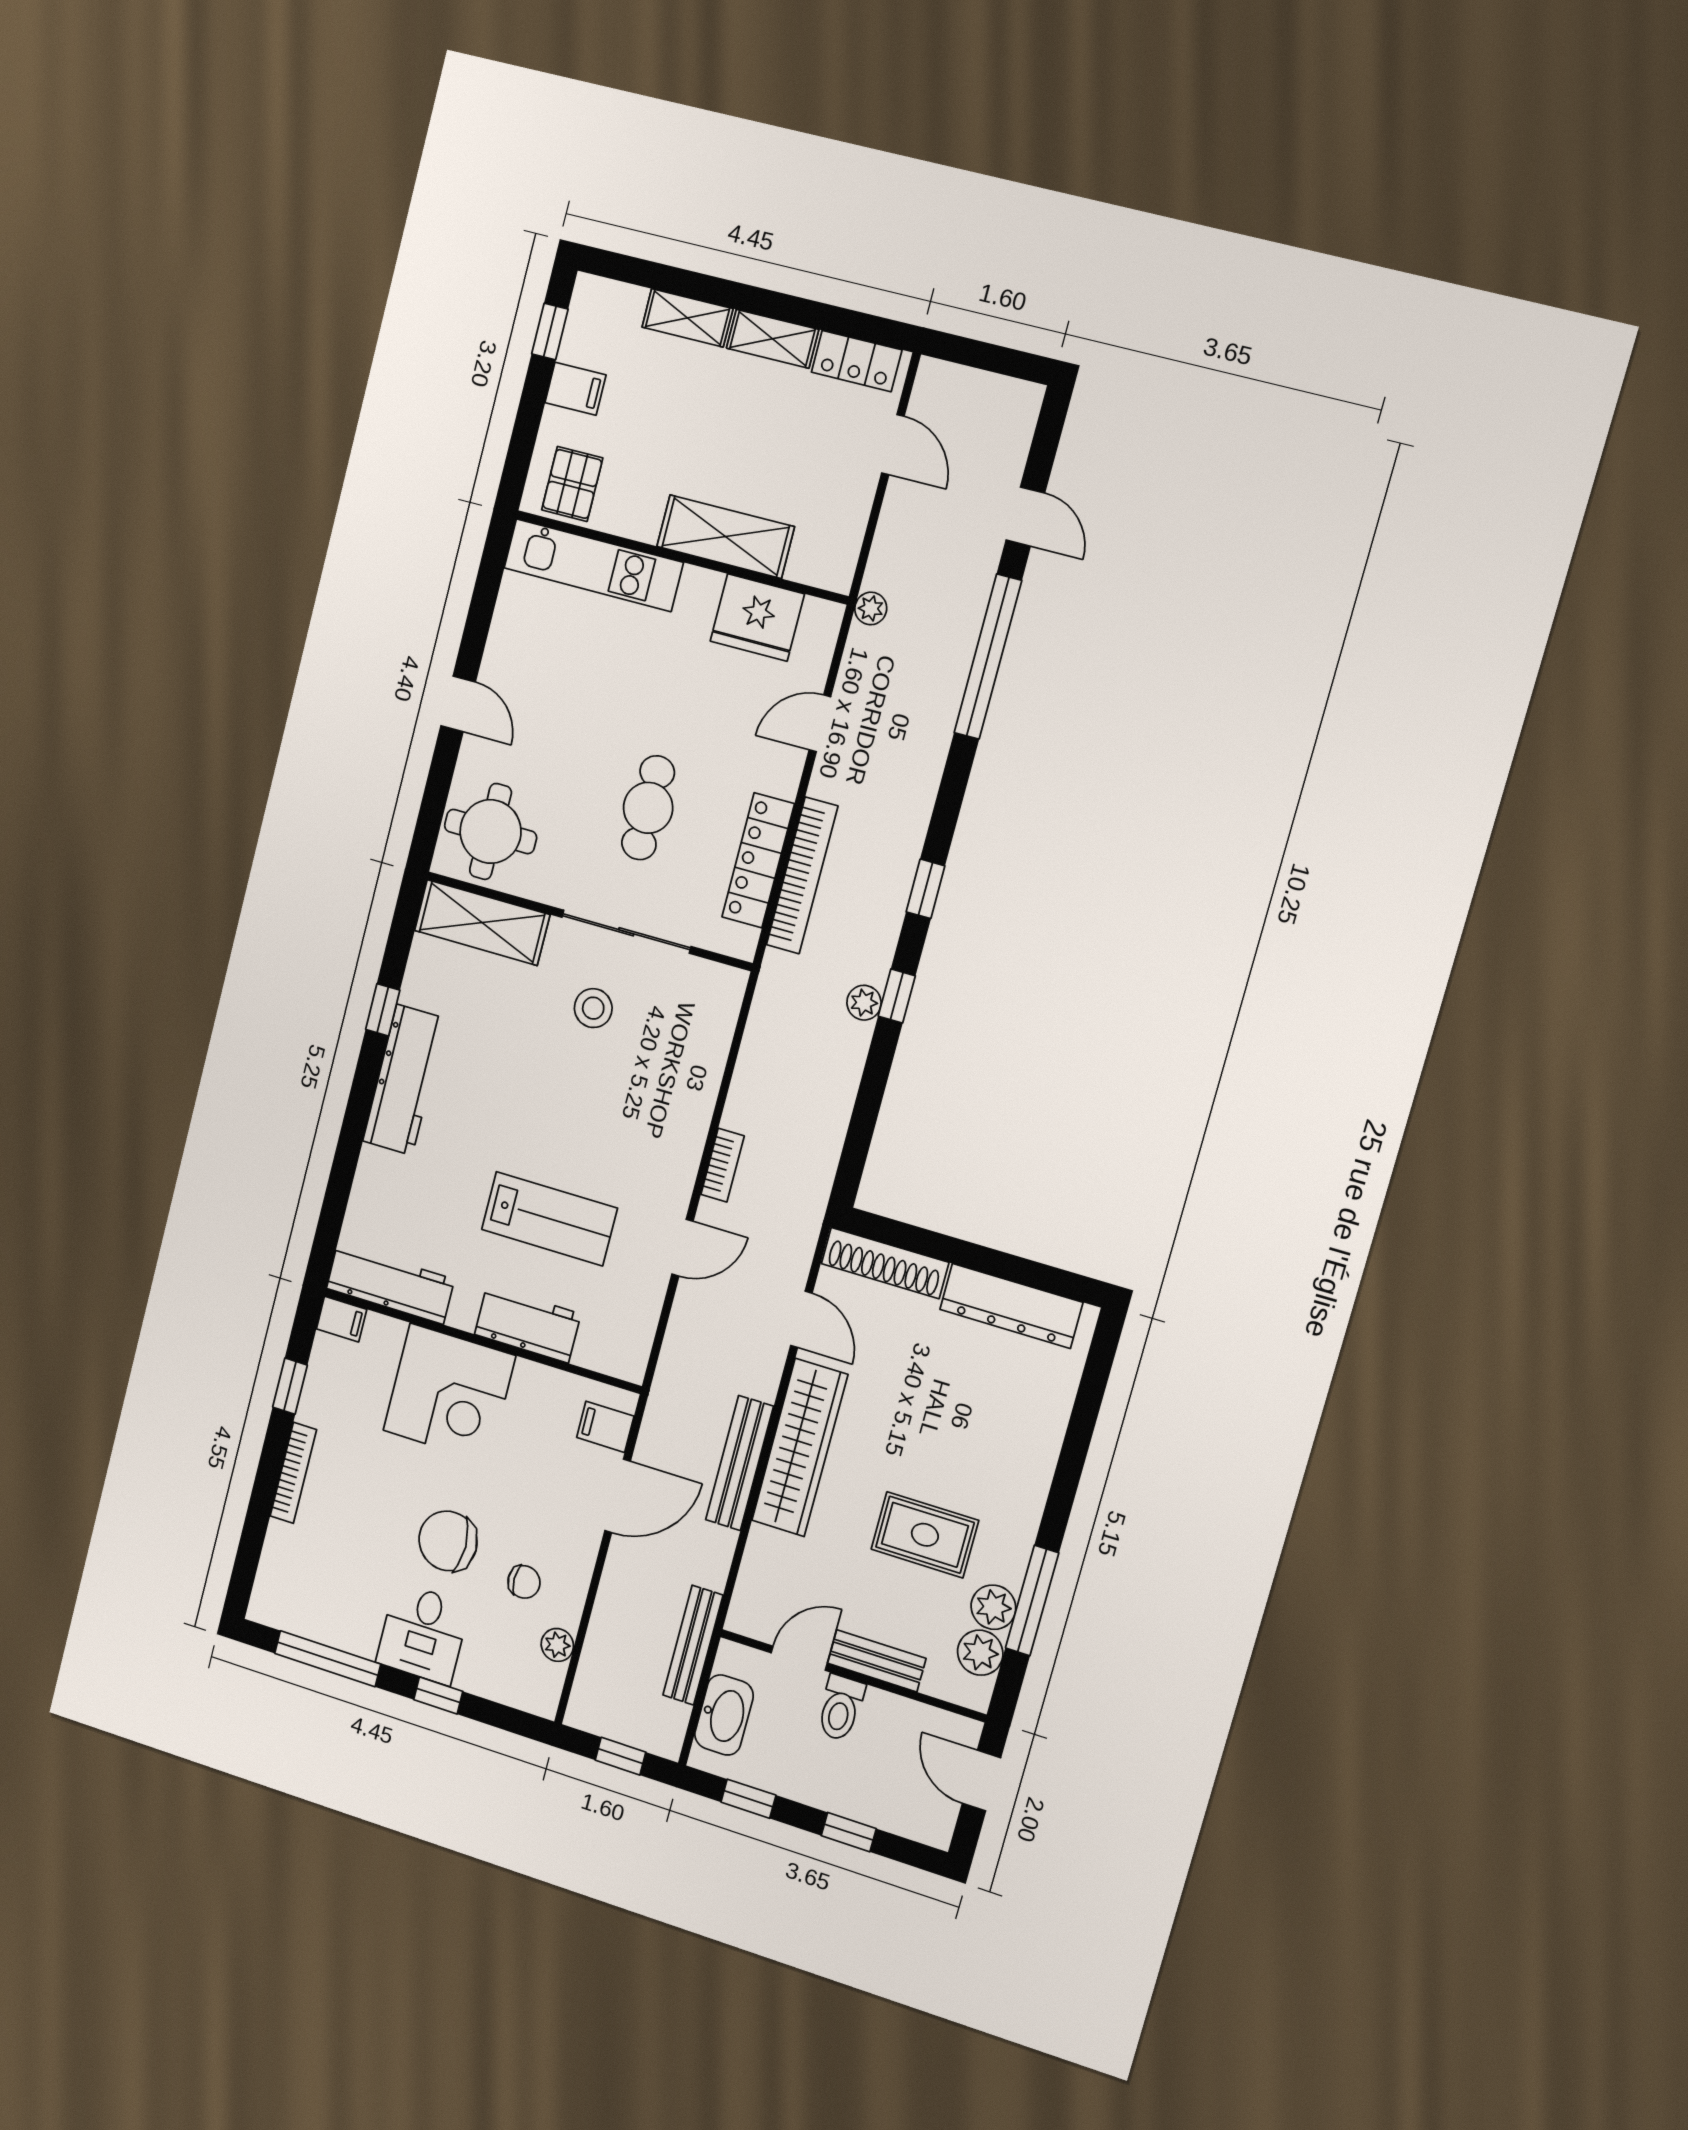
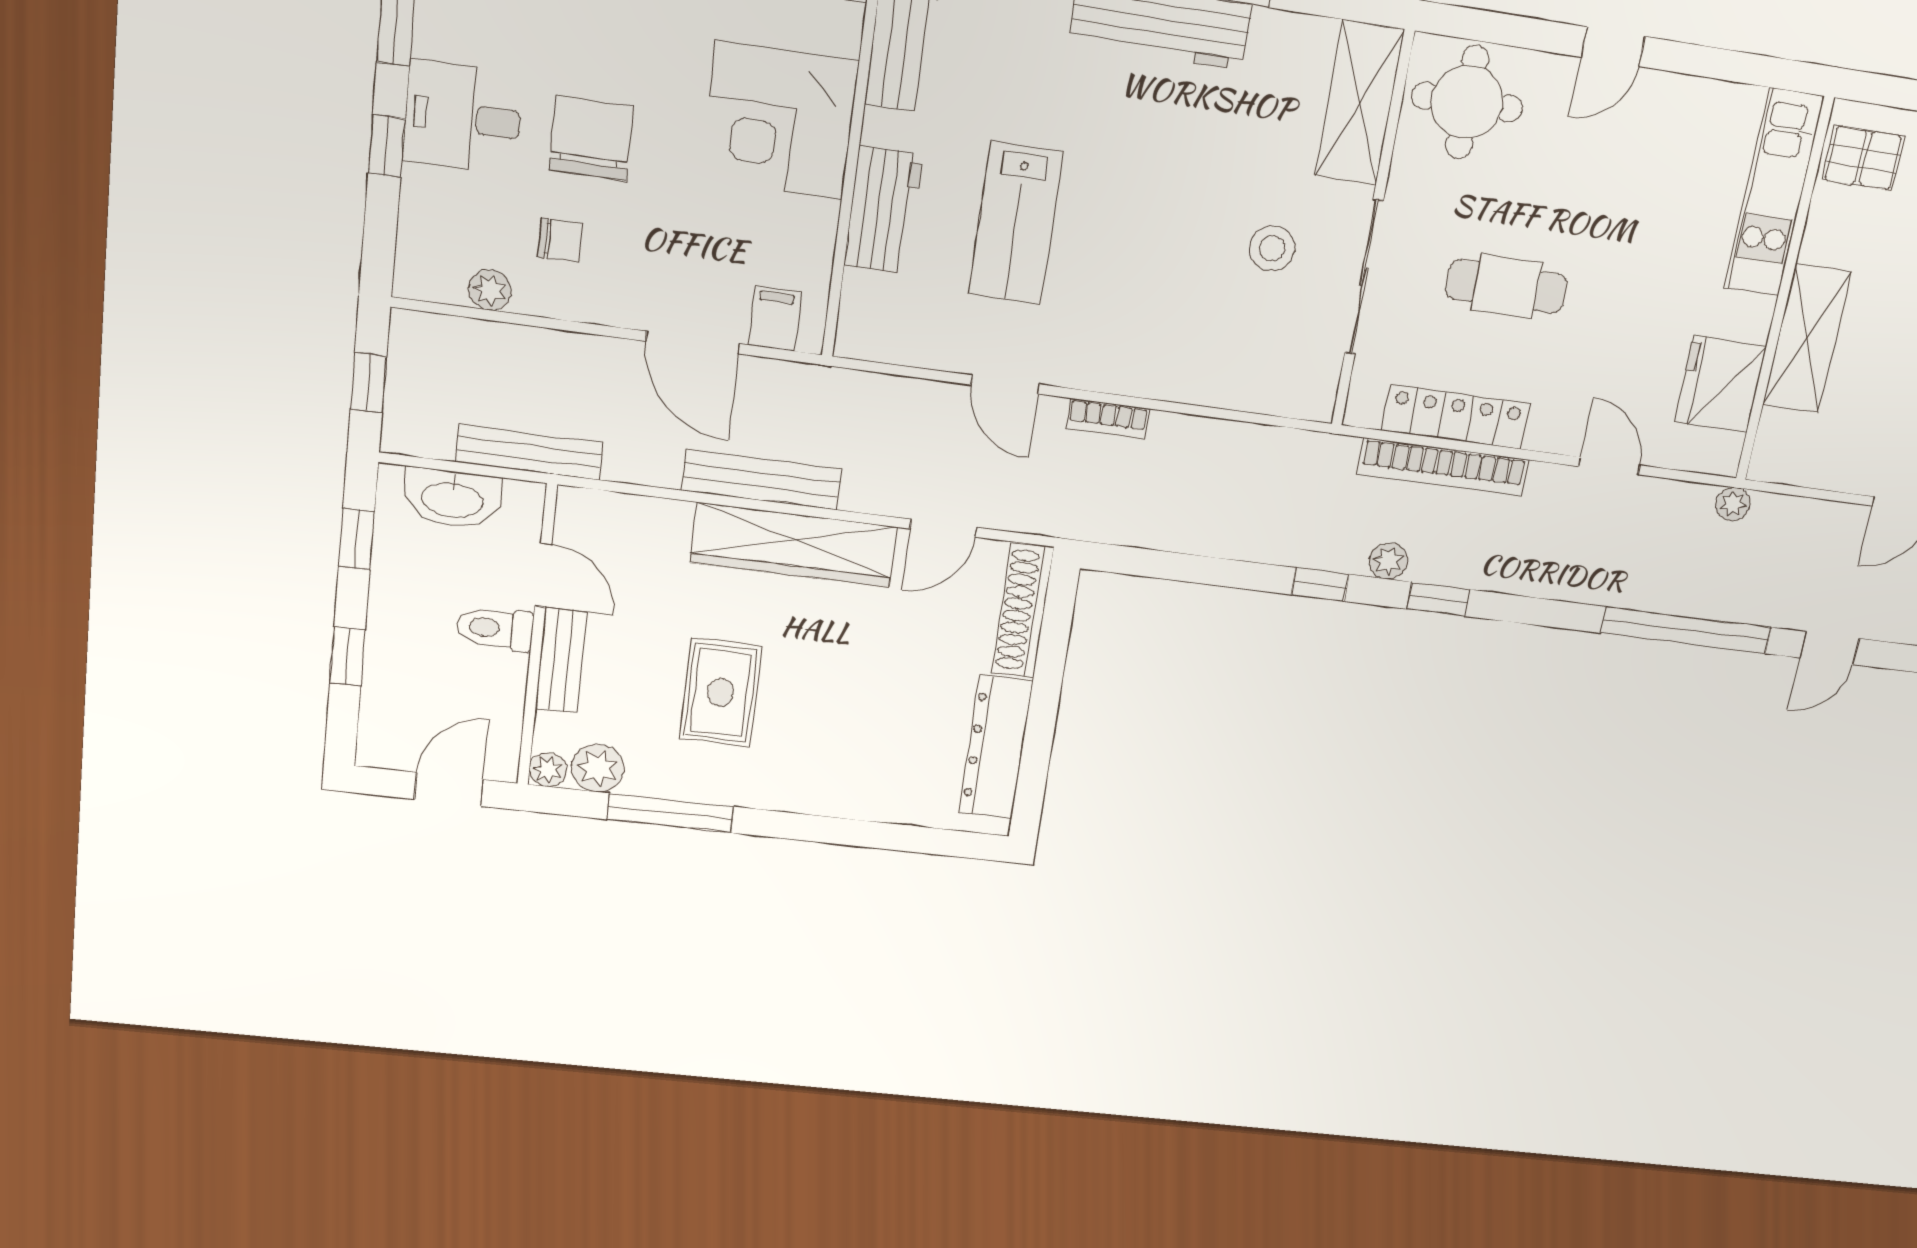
plant: (864, 1003) -> (1388, 561), moved
chair: (524, 1582) -> (560, 240), turned -90
plant: (993, 1607) -> (548, 770), moved, width x0.73, depth x0.73

